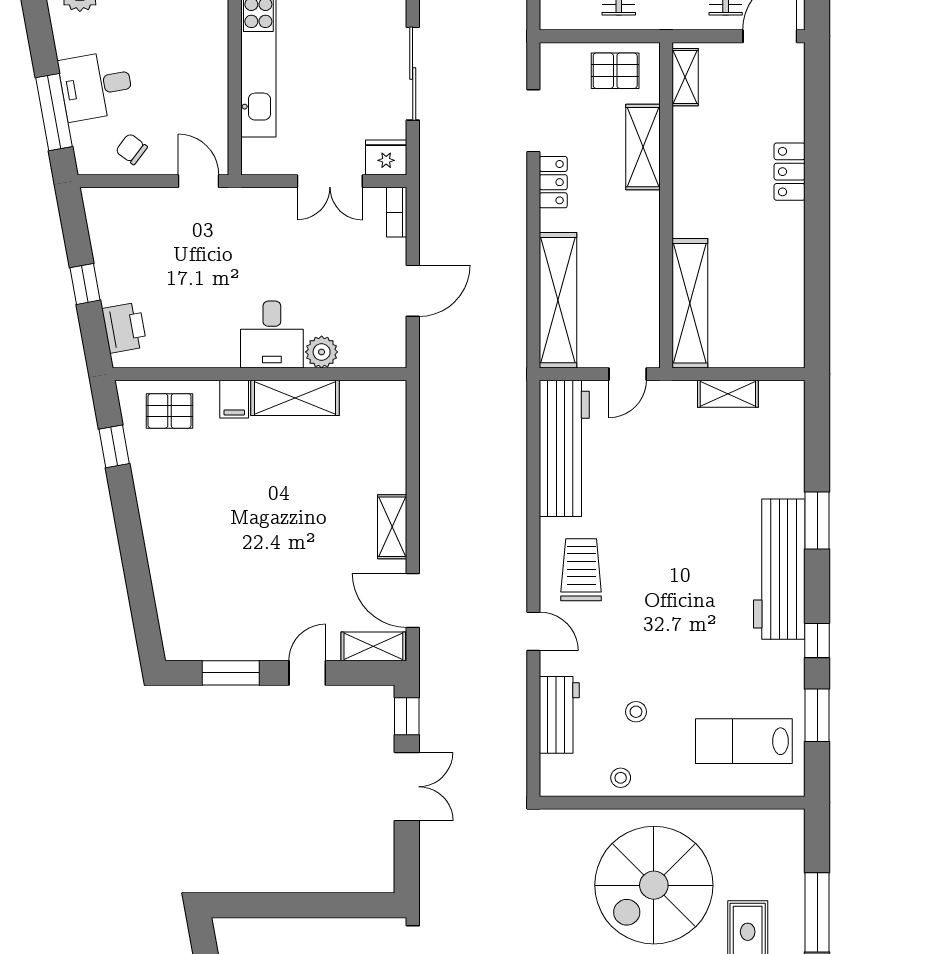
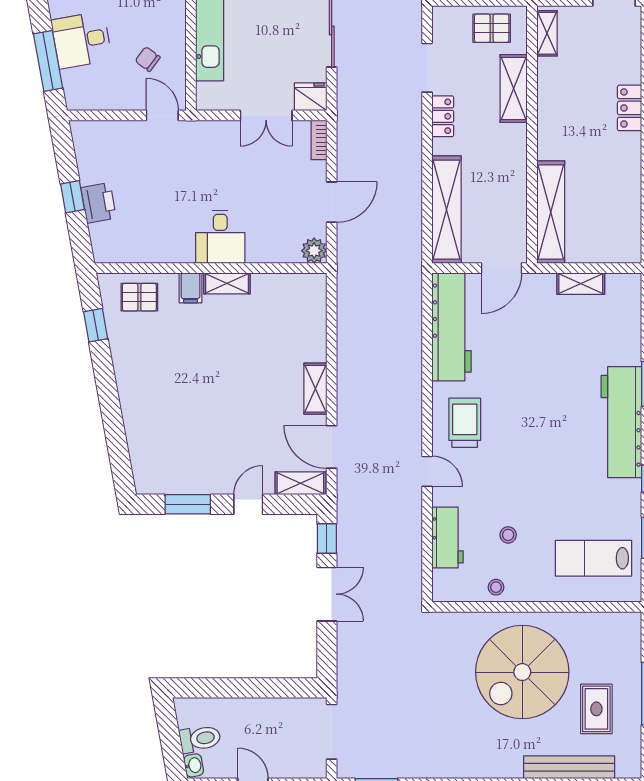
chair: (132, 149) -> (148, 59), moved
printer: (124, 328) -> (99, 203), moved
plant: (322, 352) -> (314, 251), moved
door: (628, 374) -> (501, 268), width x1.38
shelving: (295, 398) -> (227, 283), width x0.67, depth x0.75

